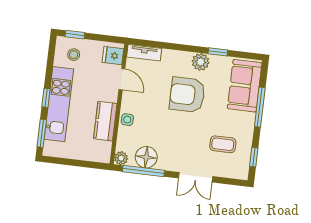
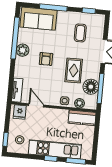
window: (218, 52) -> (15, 38), width x3.17
door: (122, 79) -> (36, 105), hinge flipped
armchair: (187, 95) -> (46, 59), width x0.53, depth x0.53
kitchen counter: (105, 121) -> (82, 118), moved
rug: (170, 134) -> (74, 70), added
plant: (121, 158) -> (79, 103), moved

